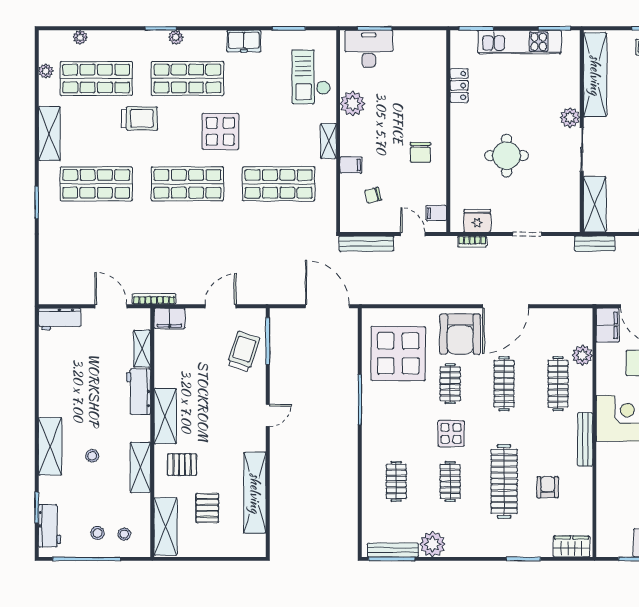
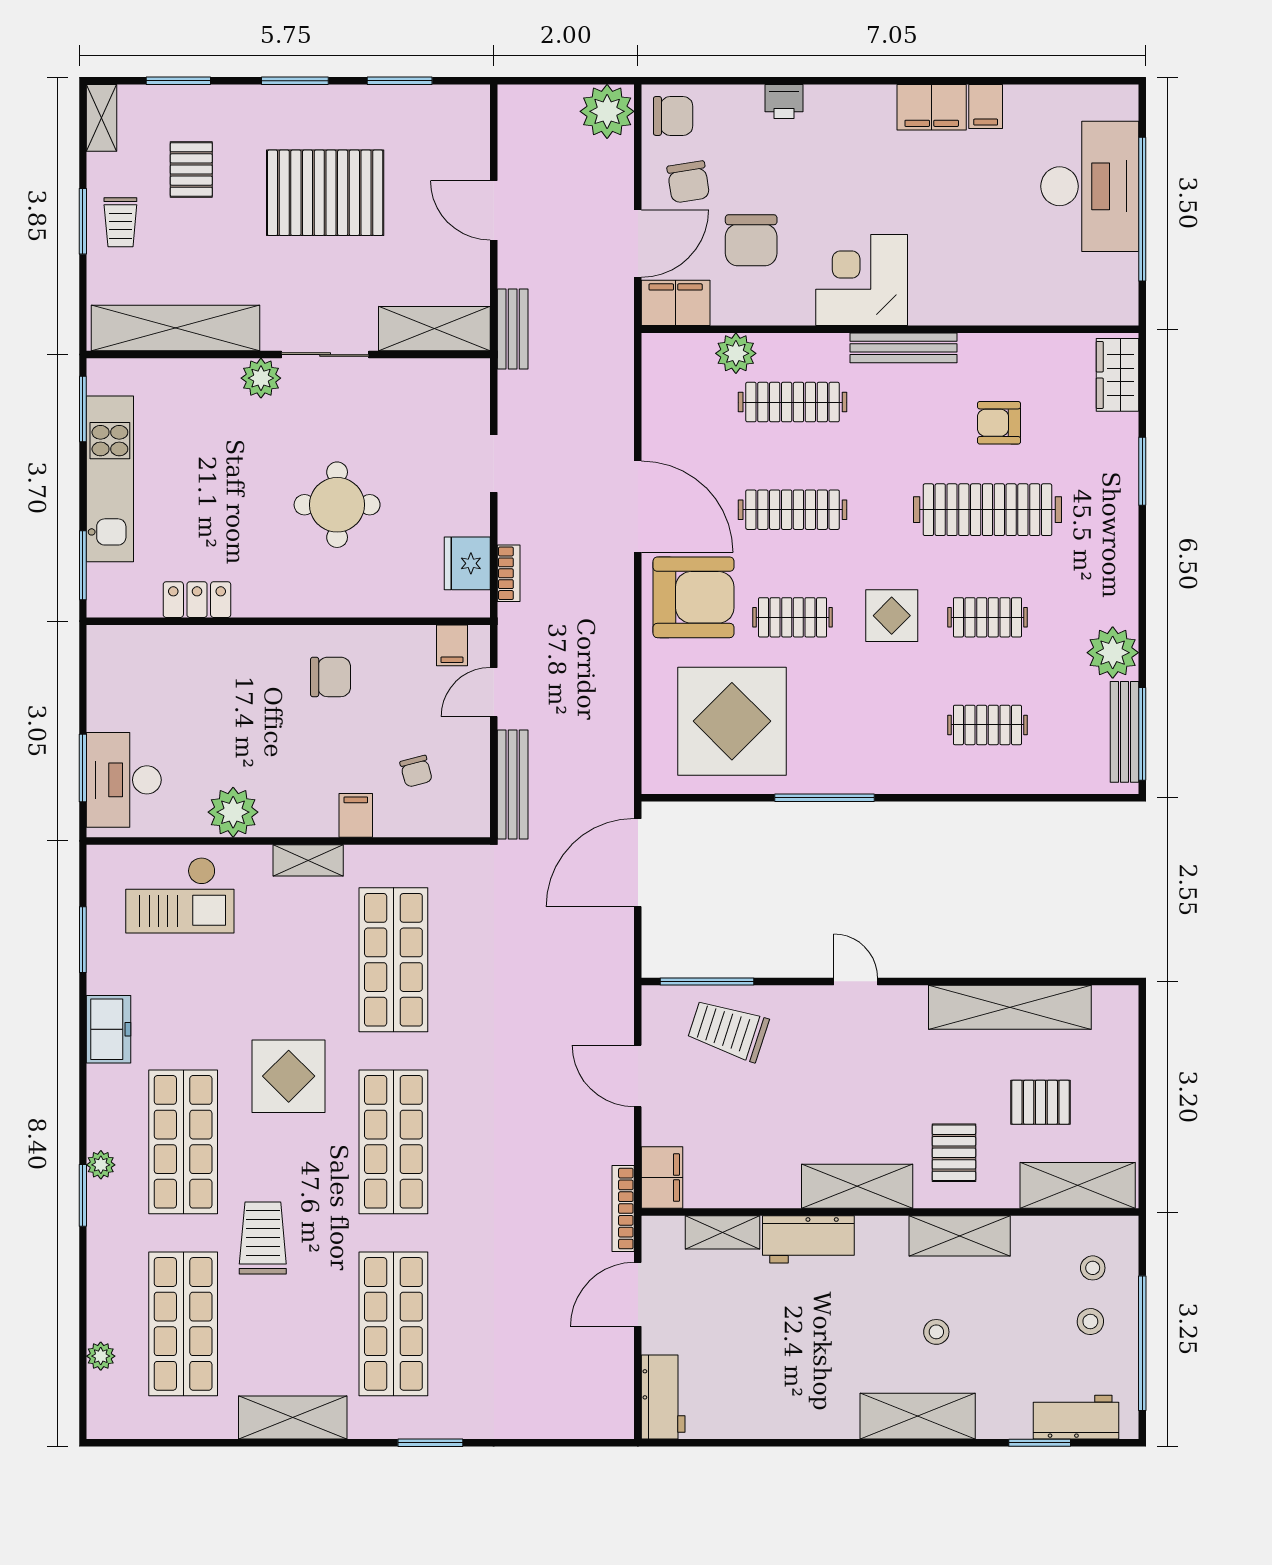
plant: (46, 71) -> (168, 1425), removed

